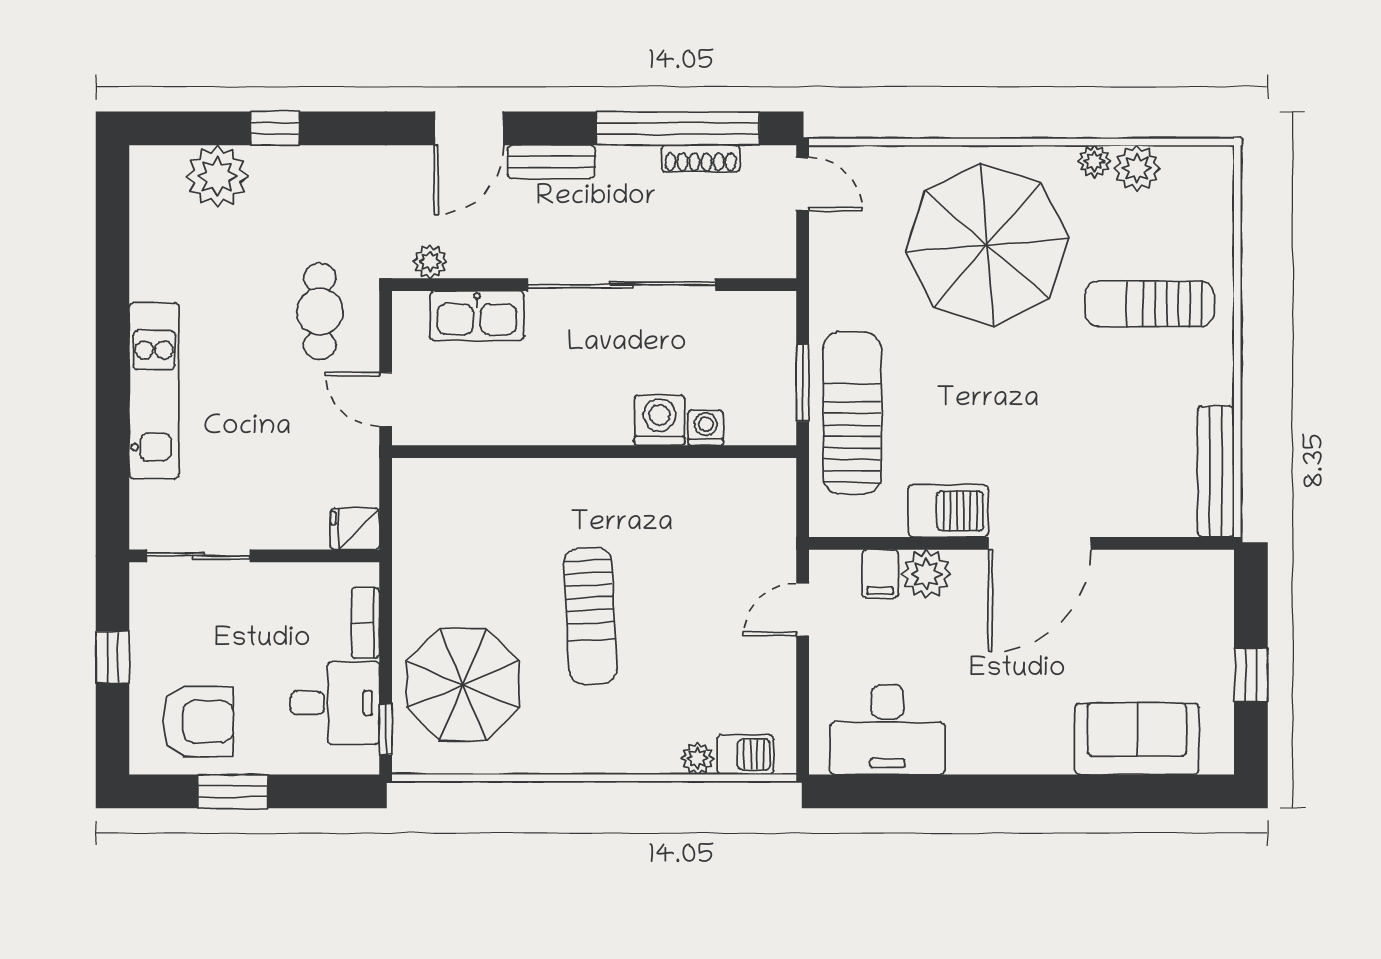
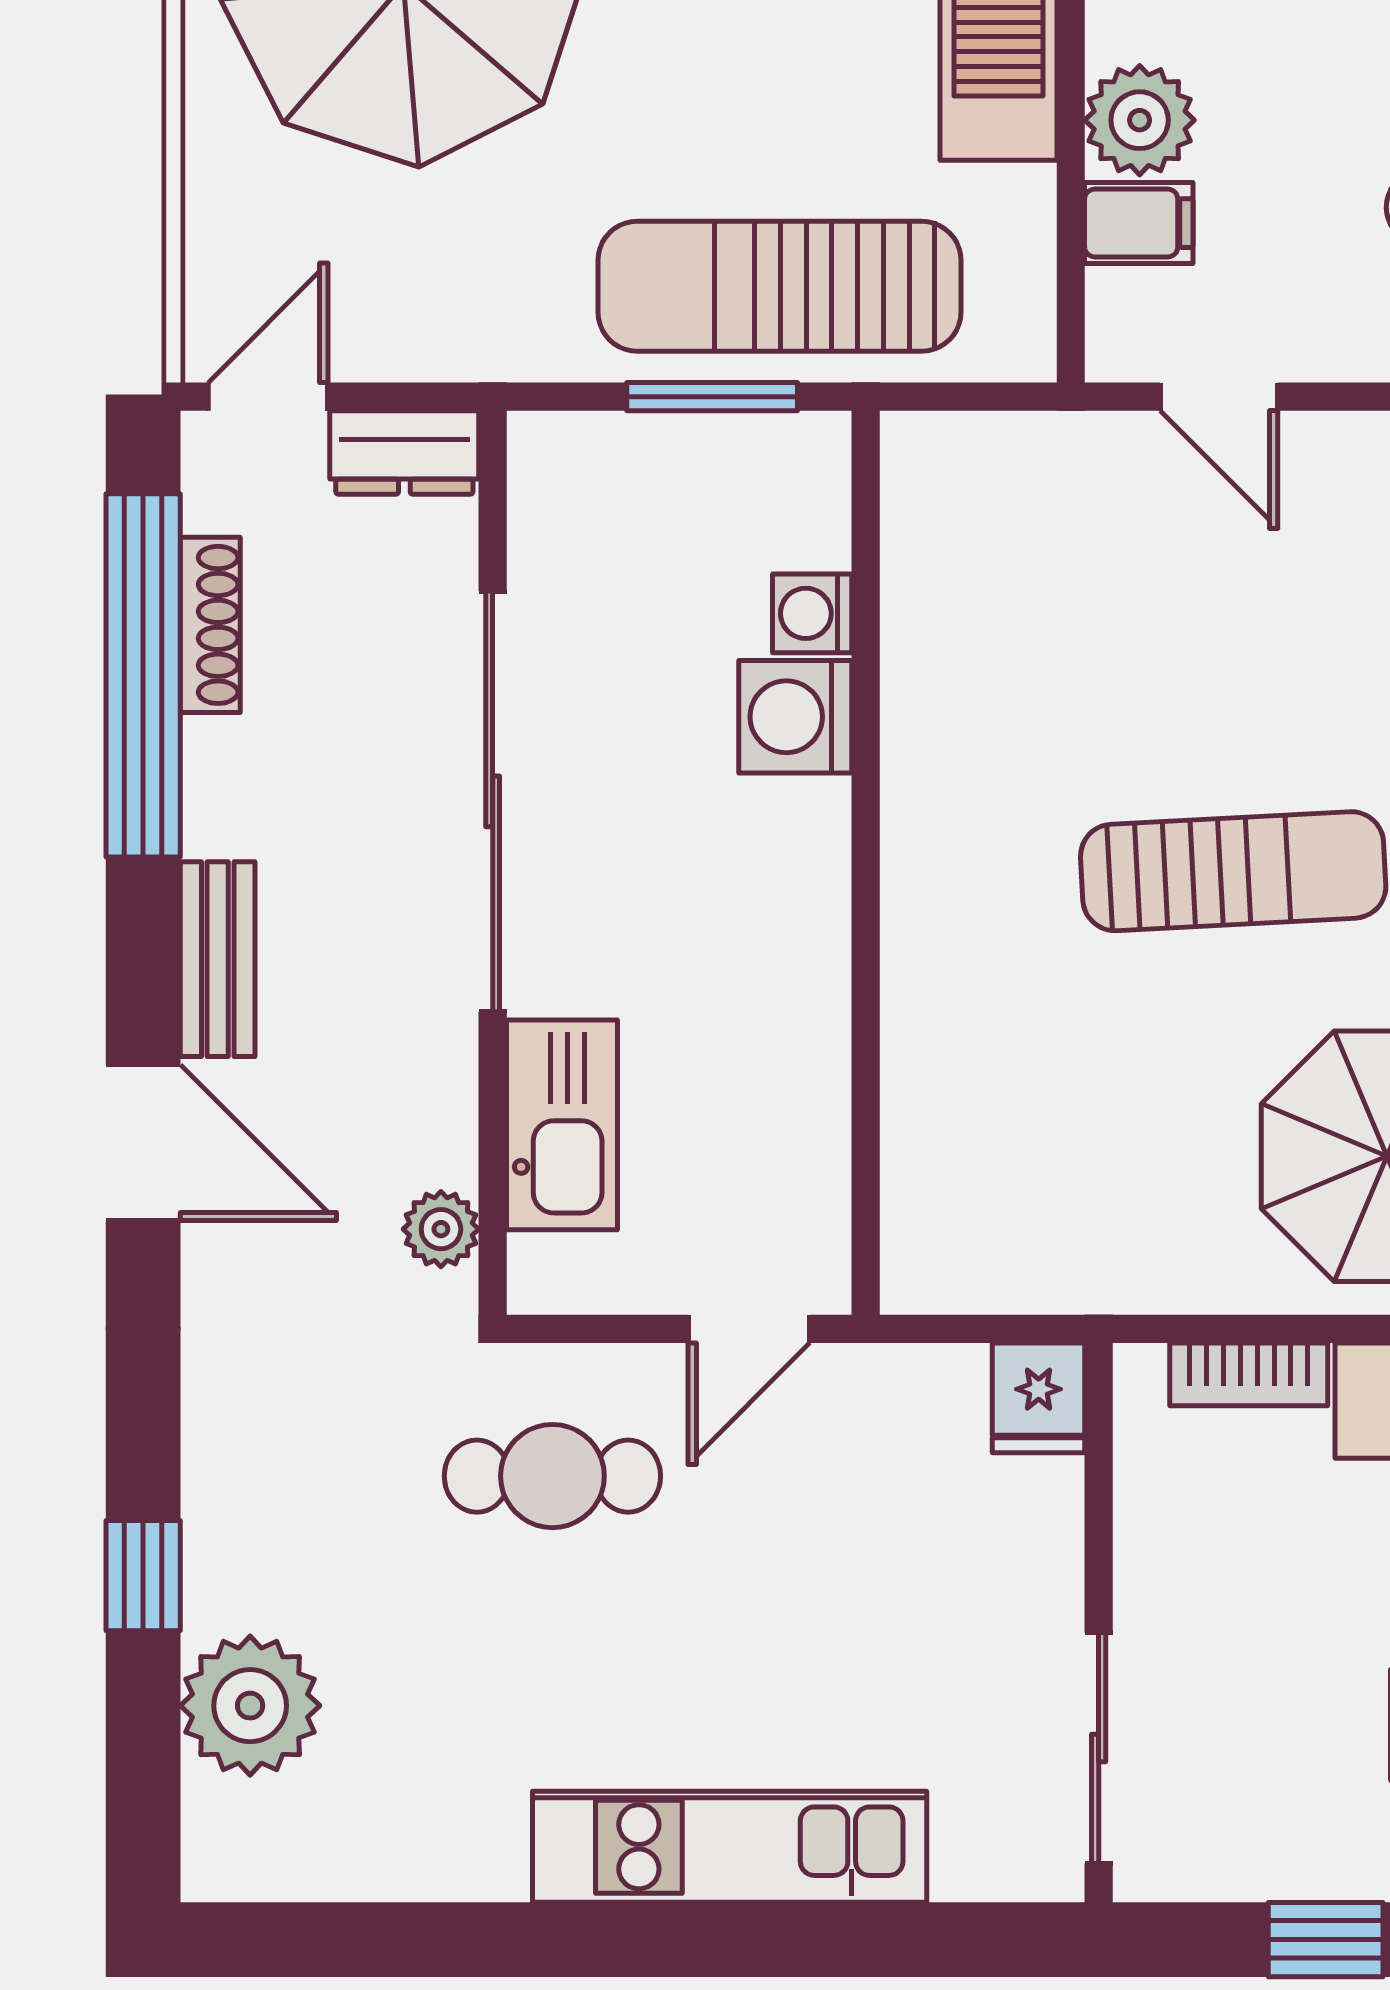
dresser: (778, 245) -> (404, 452), added

